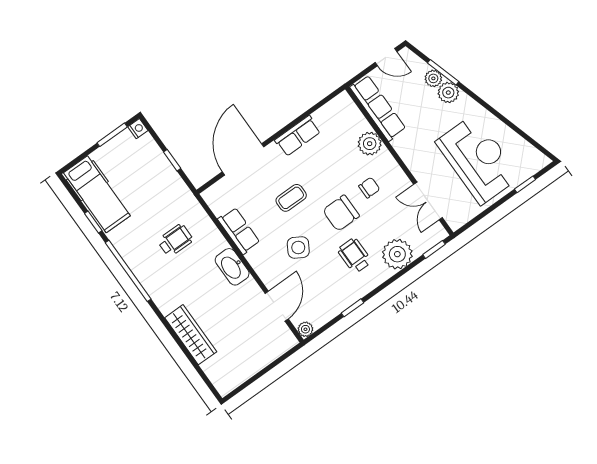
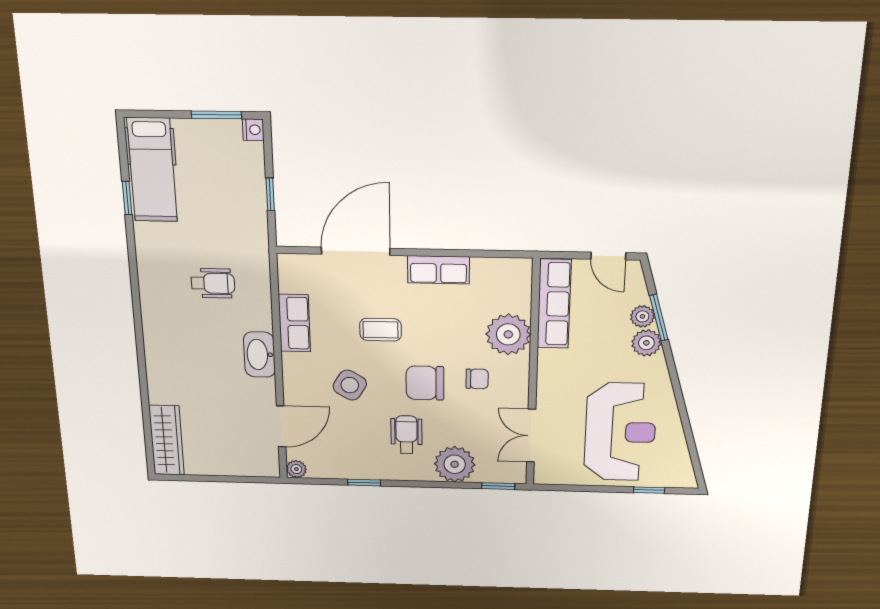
plant: (370, 144) -> (508, 334), width x1.36, depth x1.36
window: (128, 271) -> (134, 278), removed
wardrobe: (191, 335) -> (167, 440), moved

